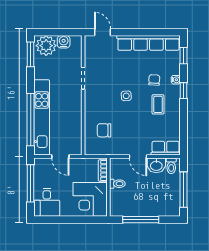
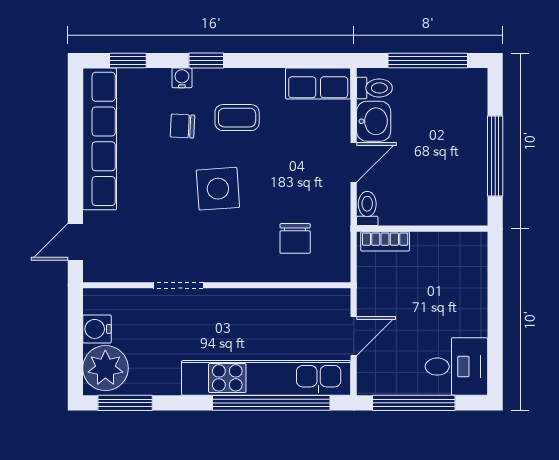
side table: (126, 96) -> (218, 189), width x1.87, depth x1.87
row of seats: (166, 148) -> (318, 84), moved, turned -90
toilet: (117, 184) -> (367, 209), moved
corner desk: (90, 199) -> (450, 270), removed

